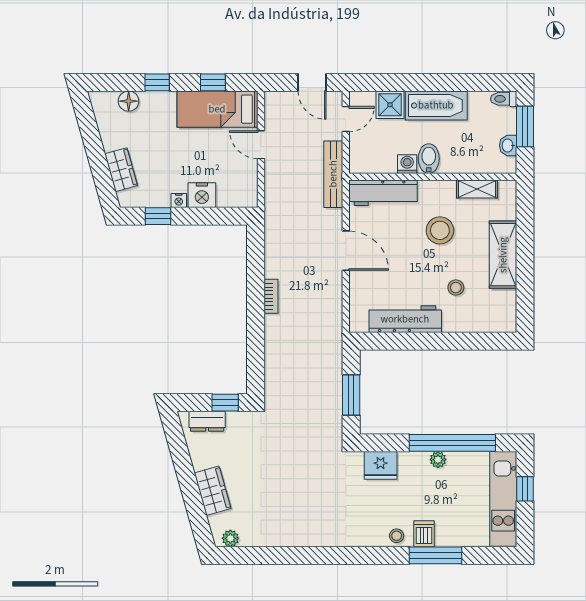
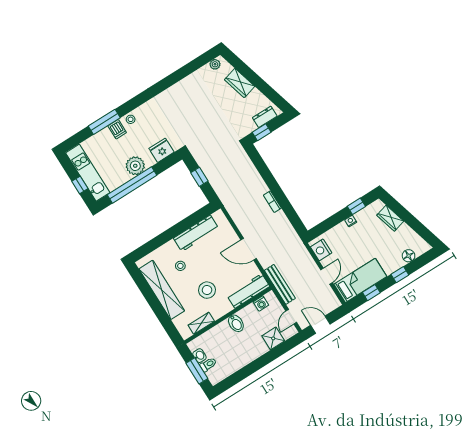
toilet: (504, 99) -> (208, 364), moved
bathtub: (436, 105) -> (249, 353), removed
door: (261, 145) -> (326, 276), hinge flipped
washing machine: (407, 164) -> (261, 304), moved
nightstand: (202, 195) -> (321, 250), moved, turned -90
shelving: (503, 255) -> (162, 290), width x1.47
window: (351, 395) -> (199, 177), width x0.67
plant: (438, 460) -> (135, 166), width x1.88, depth x1.88

